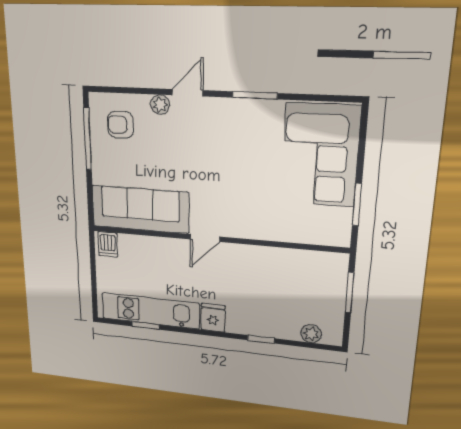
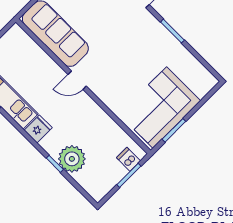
corner sofa: (320, 155) -> (160, 107), moved
dishwasher: (108, 244) -> (128, 159), moved, turned 90
plant: (311, 334) -> (72, 159), moved, width x1.88, depth x1.88

